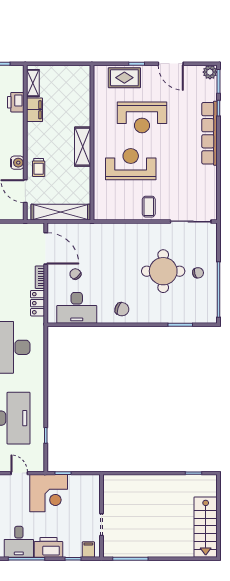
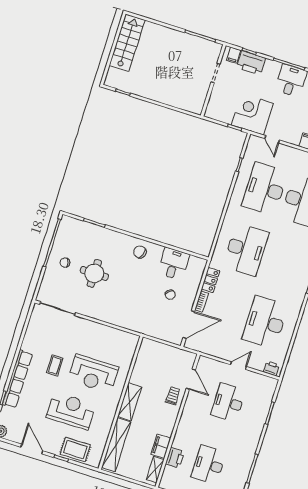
water cooler: (17, 163) -> (190, 406), removed
coffee table: (149, 207) -> (55, 366), moved
shelving: (61, 212) -> (116, 445), moved, turned 90
door: (46, 248) -> (189, 325), swing flipped
round table: (163, 271) -> (94, 273), width x0.73, depth x0.73
desk: (77, 308) -> (174, 264), width x0.73
printer: (48, 547) -> (251, 63), moved

